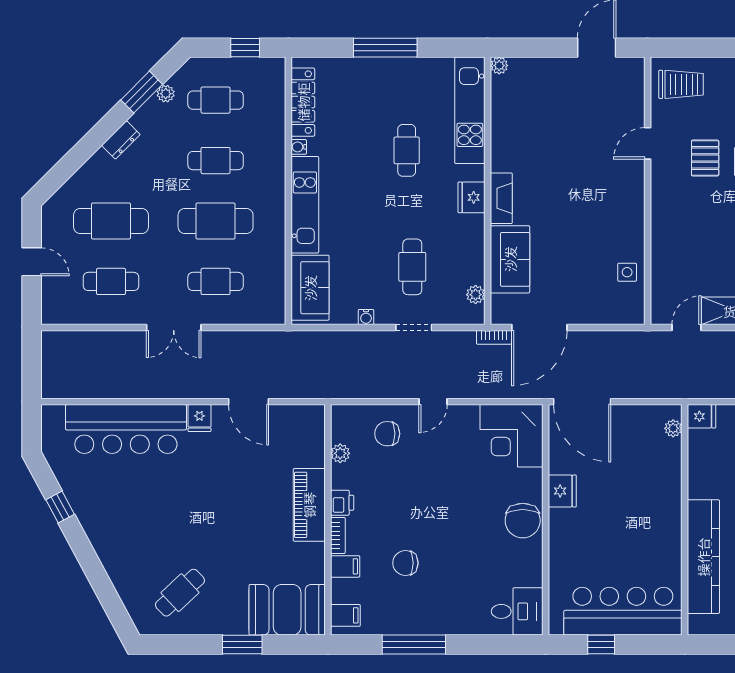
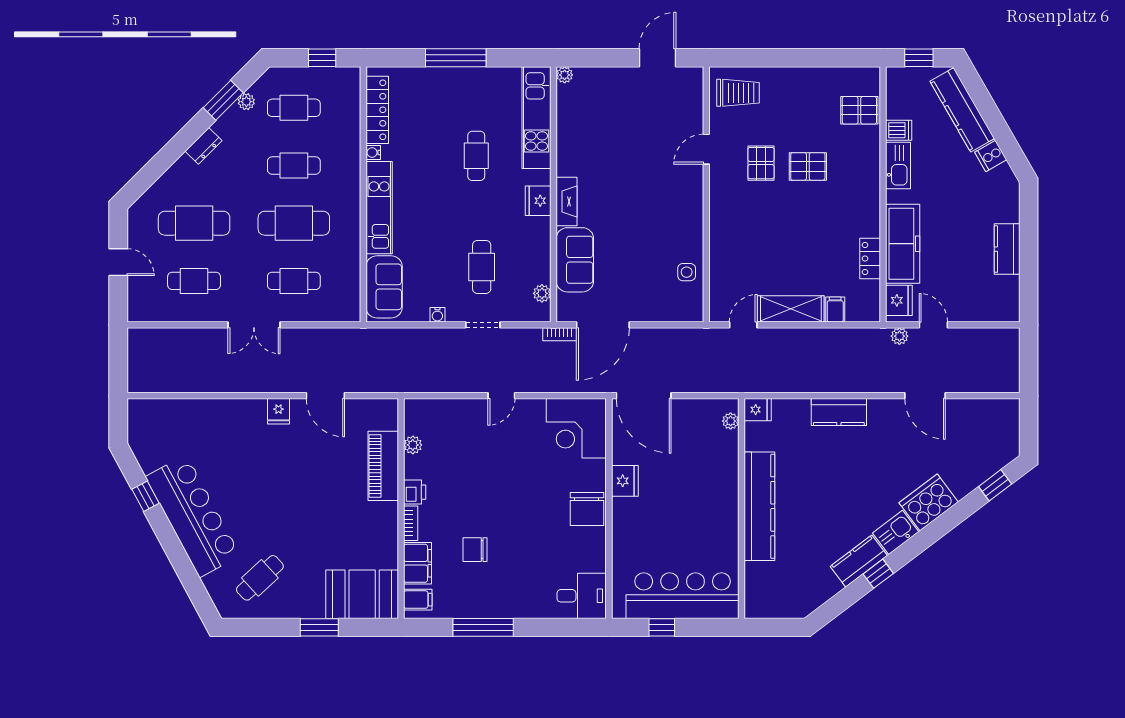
bar counter: (126, 429) -> (193, 516), moved, turned -118
chair: (387, 434) -> (458, 426), removed
piano: (309, 505) -> (383, 466), moved
kitchen counter: (703, 557) -> (759, 506), moved
filing cabinet: (345, 566) -> (417, 563), width x2.00

